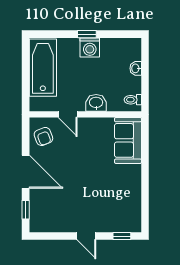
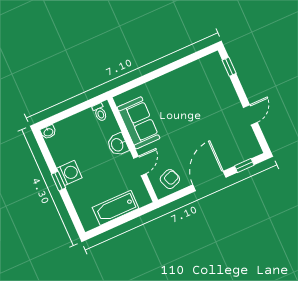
bathtub: (43, 68) -> (116, 208), width x0.73, depth x0.73
washbasin: (136, 68) -> (48, 132), moved
sofa: (128, 140) -> (139, 123), moved, turned -90
door: (86, 236) -> (250, 115), moved

